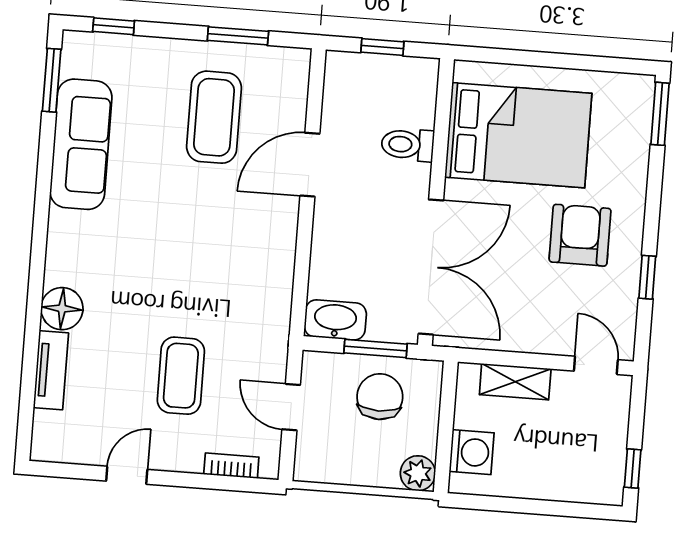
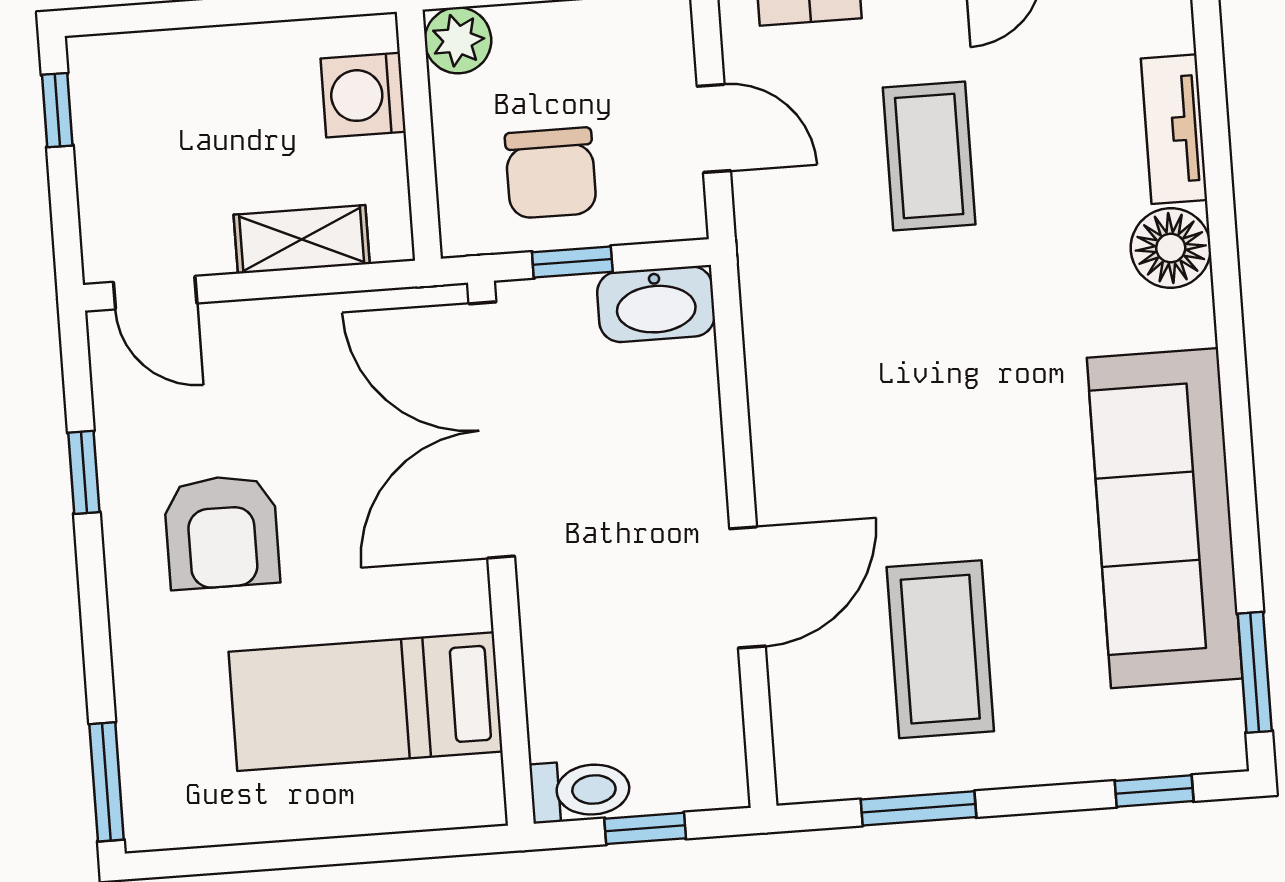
bed: (518, 135) -> (366, 702), width x0.67
sofa: (81, 144) -> (1165, 518), width x1.36, depth x1.27
toilet: (408, 145) -> (580, 791), moved
window: (376, 348) -> (572, 262), width x0.67

